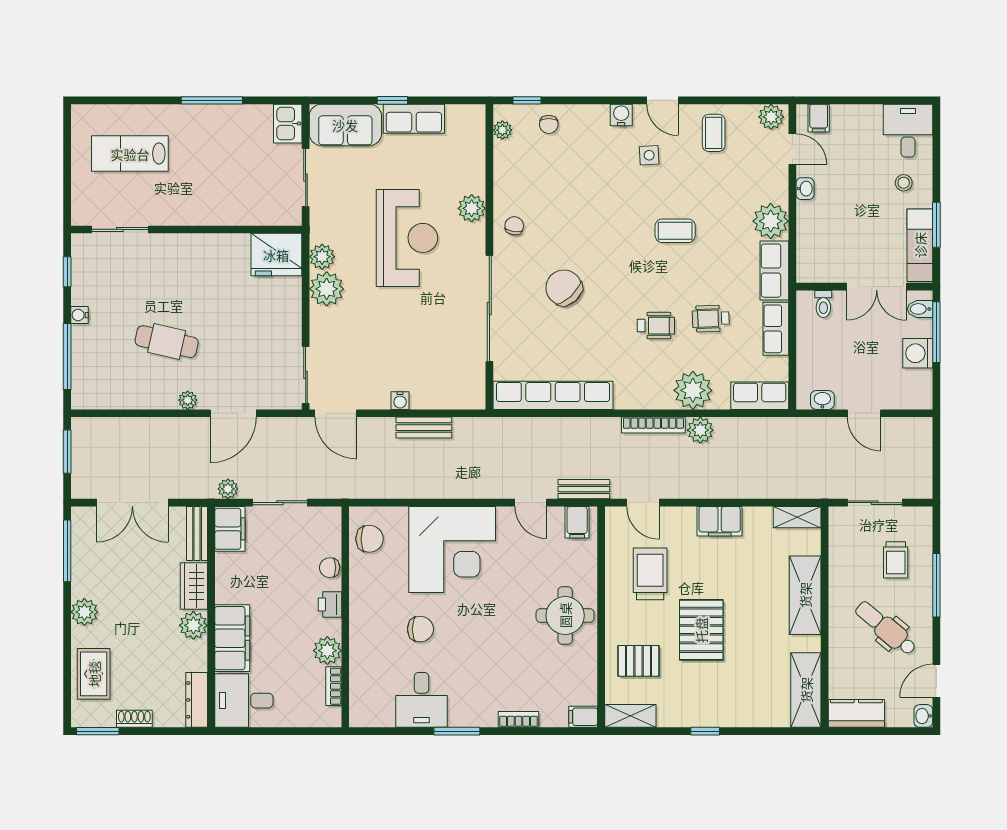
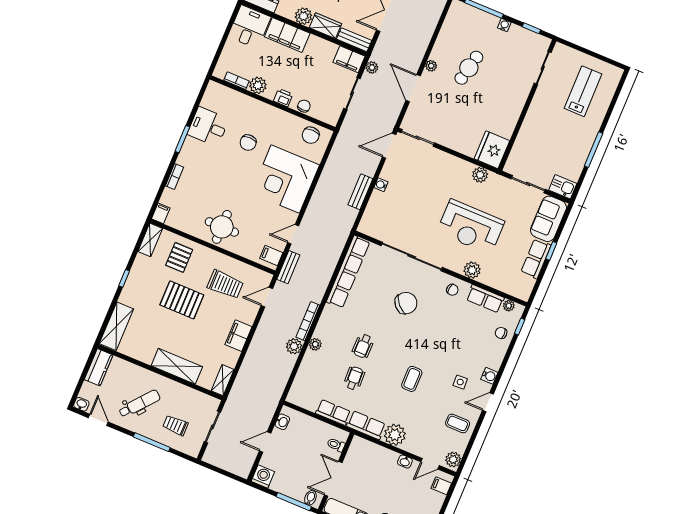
plant: (327, 289) -> (461, 170), removed
washing machine: (918, 353) -> (263, 476), moved
plant: (693, 390) -> (315, 344), width x0.53, depth x0.53
row of seats: (760, 396) -> (485, 299), moved, turned 90
shelving: (806, 690) -> (116, 326), moved, turned 90

